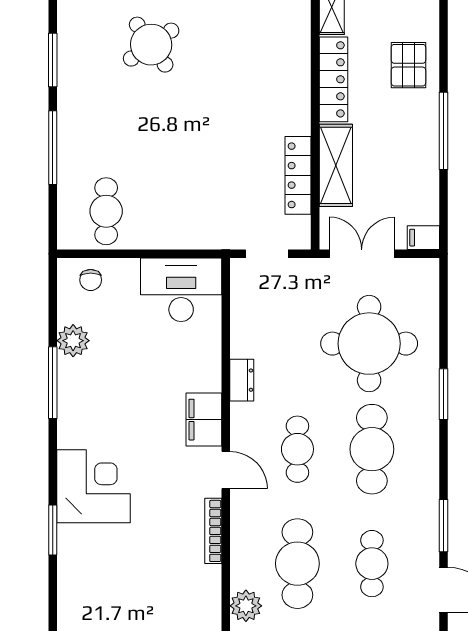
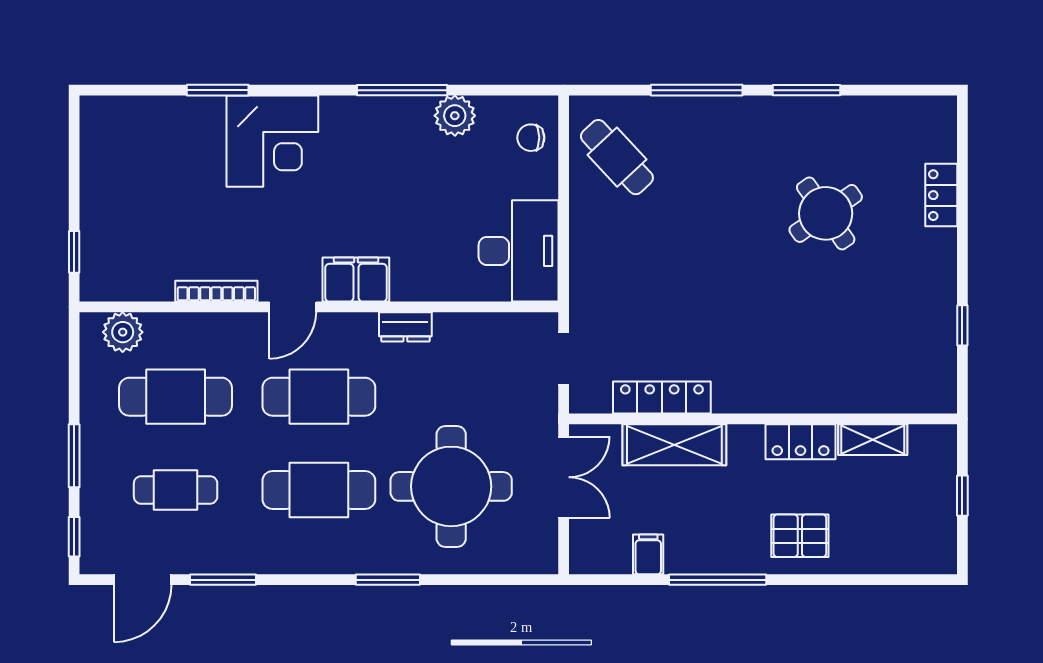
locker: (333, 79) -> (801, 442), width x0.66
cafe table: (106, 211) -> (617, 157), turned 47
filing cabinet: (423, 238) -> (648, 554), moved
cafe table: (297, 449) -> (319, 397), width x1.37, depth x1.35

